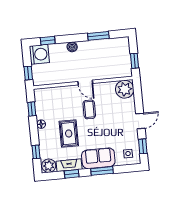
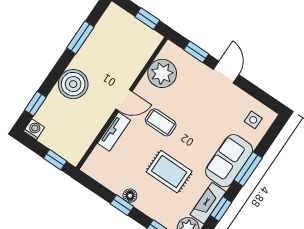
boiler: (72, 47) -> (73, 84), width x1.86, depth x1.86
washing machine: (39, 54) -> (34, 129), width x0.53, depth x0.53
plant: (125, 89) -> (162, 73), moved
tv unit: (66, 90) -> (114, 132), added
window: (32, 109) -> (122, 205), moved
window: (143, 146) -> (196, 52), moved

